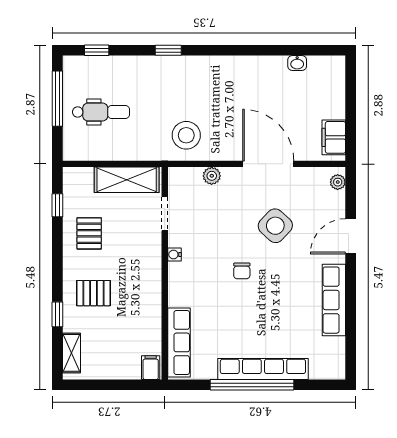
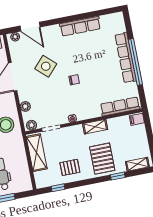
plant: (177, 180) -> (32, 125), added
door: (351, 236) -> (30, 27), moved
shelving: (152, 292) -> (95, 127), added
pallet: (94, 293) -> (102, 159), width x1.50, depth x1.42

